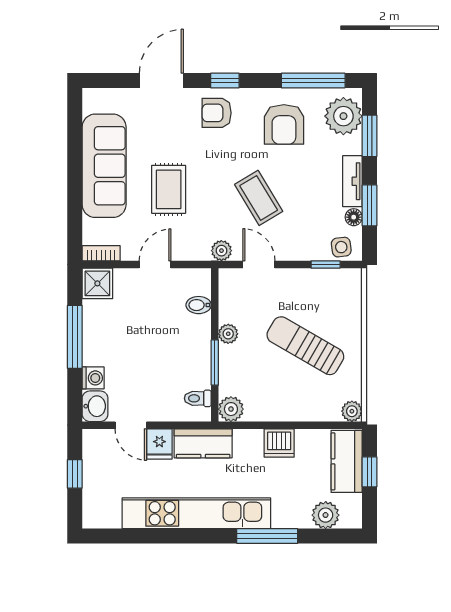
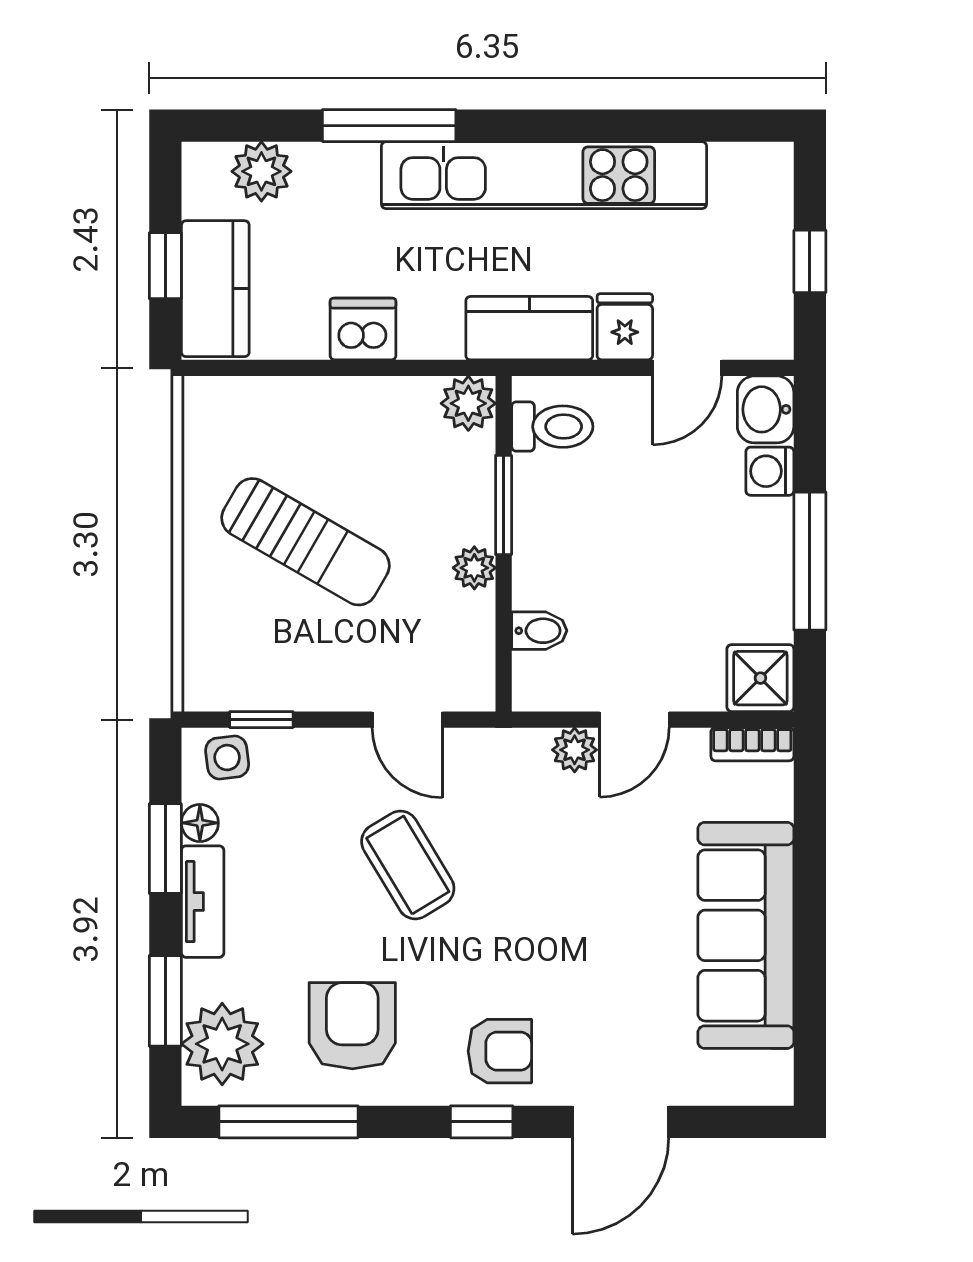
rug: (169, 189) -> (605, 884), removed
plant: (221, 251) -> (575, 750), moved
toilet: (198, 398) -> (552, 427), width x1.37, depth x1.39
plant: (352, 411) -> (204, 398), removed
door: (131, 425) -> (687, 368), swing flipped

